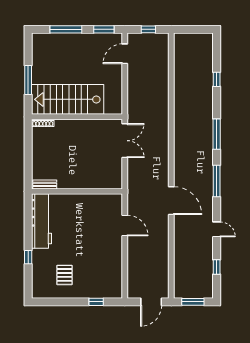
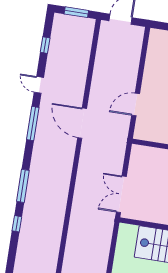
window: (217, 79) -> (17, 224), moved
window: (217, 181) -> (33, 124), moved
door: (125, 226) -> (136, 104), hinge flipped

